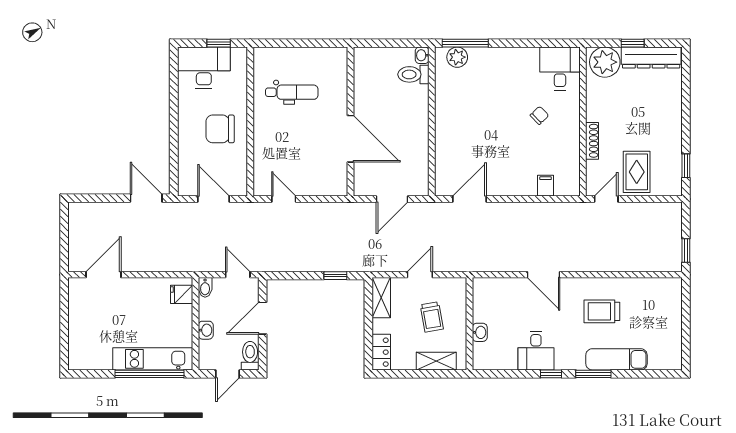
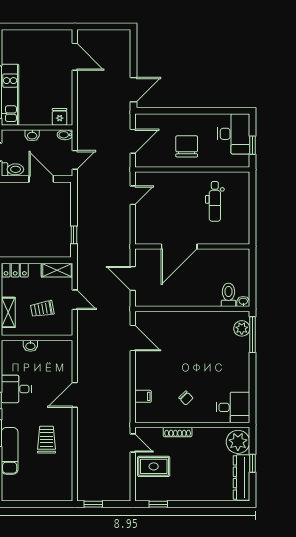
chair: (539, 115) -> (186, 398), moved

